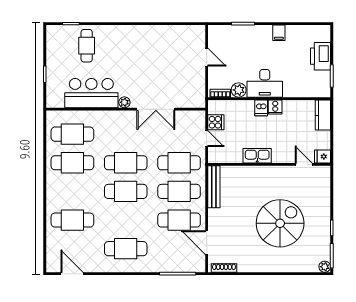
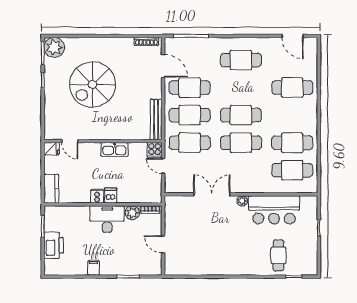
cooker: (216, 122) -> (155, 150), moved, turned -90
plant: (325, 267) -> (54, 47), width x1.88, depth x1.88

